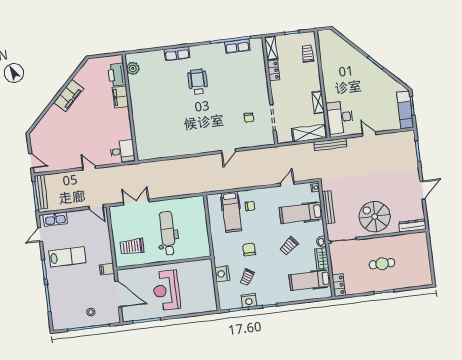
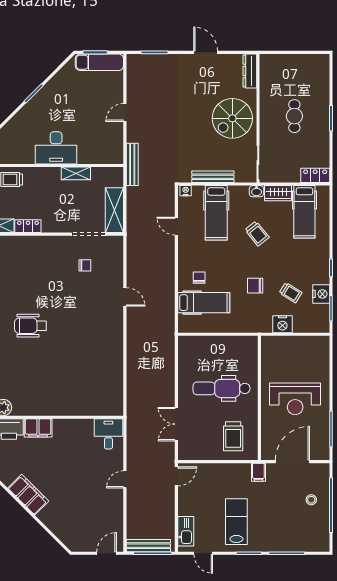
desk: (340, 117) -> (56, 148), moved
shelving: (309, 133) -> (114, 210), moved

